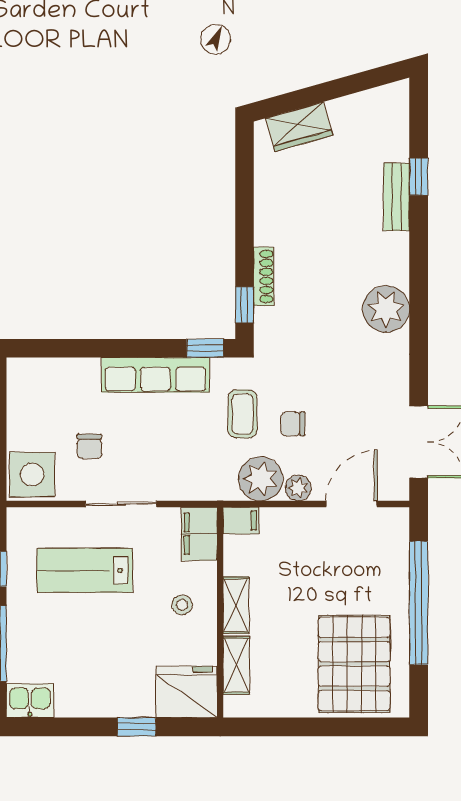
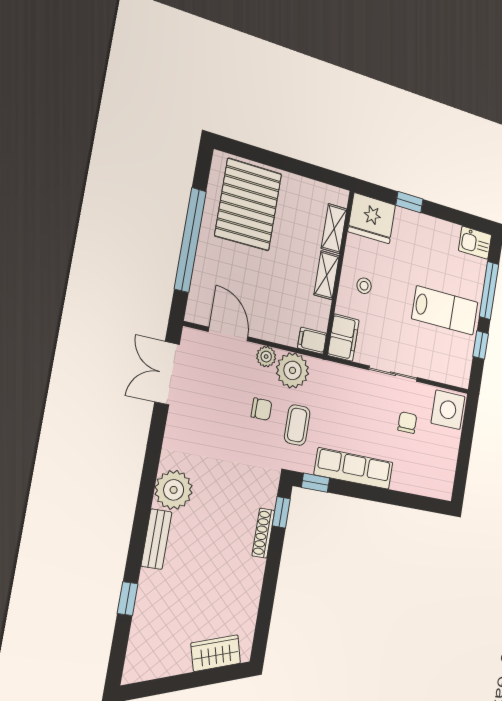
bench: (396, 197) -> (156, 539), moved
door: (352, 504) -> (228, 334), swing flipped
lab bench: (85, 570) -> (445, 310), moved

